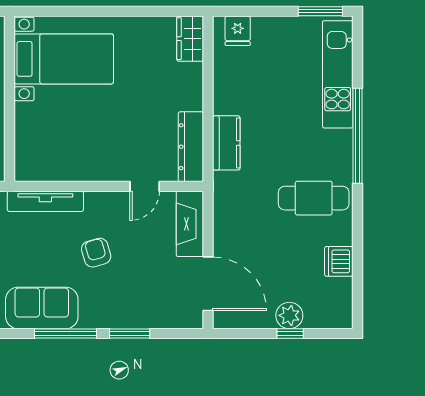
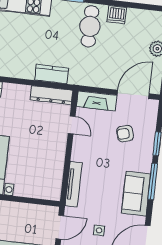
armchair: (96, 253) -> (125, 134), moved
dishwasher: (339, 261) -> (117, 15), moved

